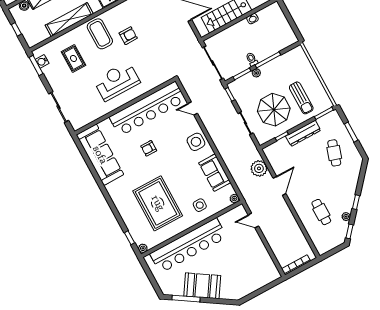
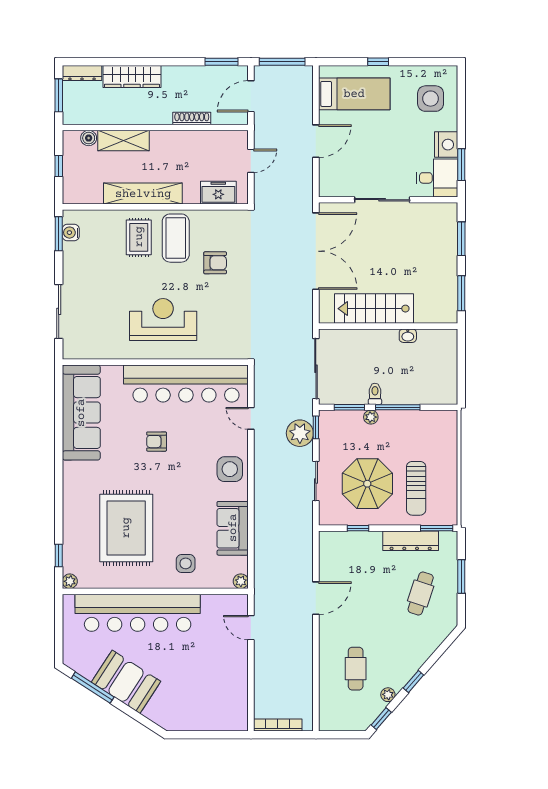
rug: (73, 59) -> (139, 237), moved
dresser: (303, 133) -> (411, 541), moved
plant: (259, 168) -> (300, 433), moved

